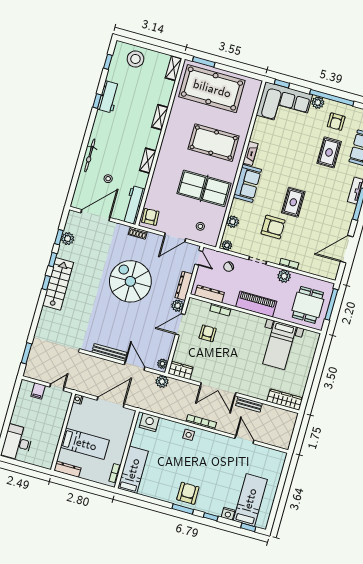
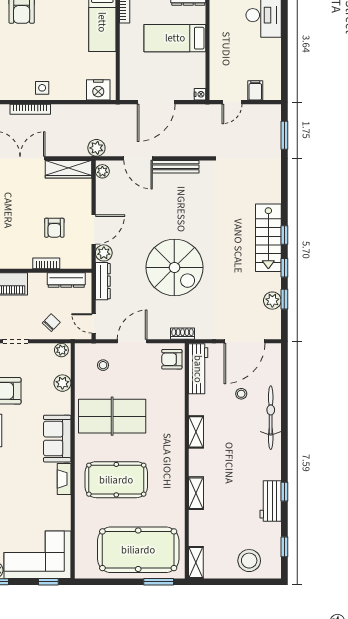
bicycle: (90, 155) -> (271, 418), width x1.37, depth x1.40
armchair: (150, 217) -> (172, 359), turned 93
wardrobe: (181, 370) -> (69, 169), width x1.50

